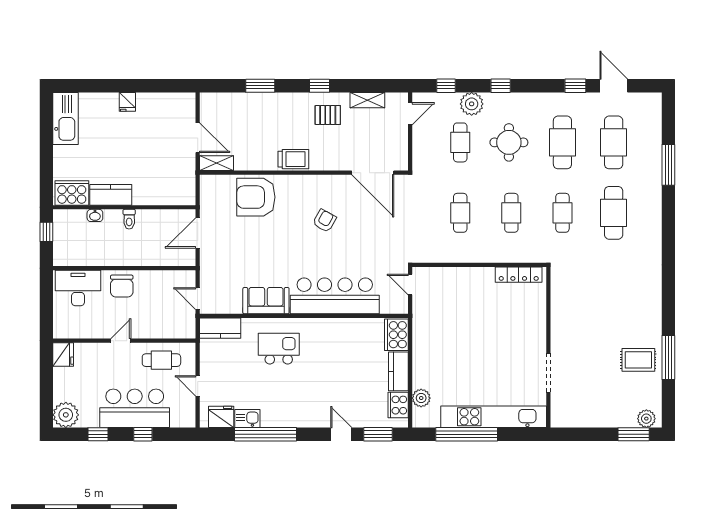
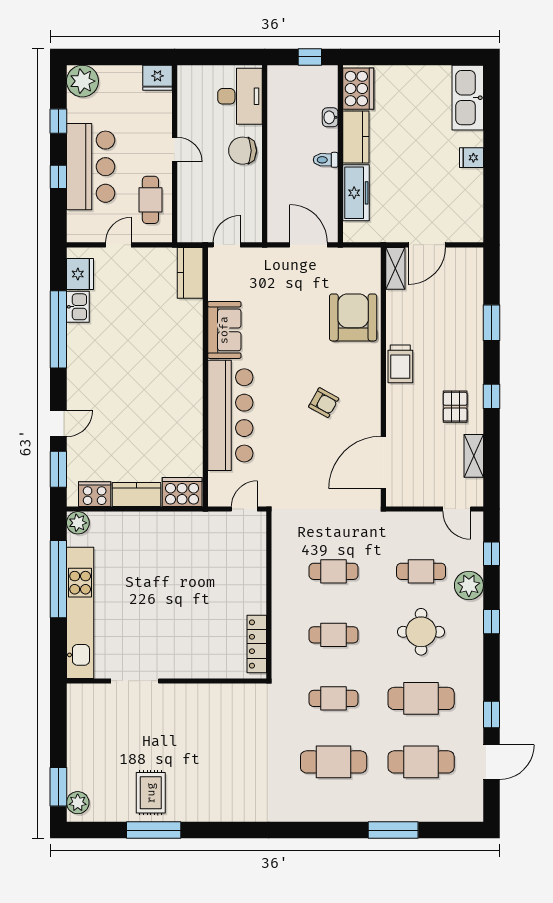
kitchen sink: (66, 118) -> (468, 98), moved, turned 90
freezer: (156, 195) -> (356, 193), added
kitchen island: (279, 349) -> (165, 346), removed
plant: (421, 398) -> (78, 523), moved

